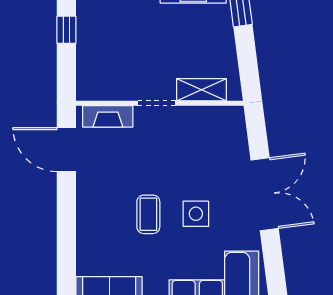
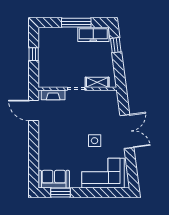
coffee table: (148, 214) -> (72, 141), removed

